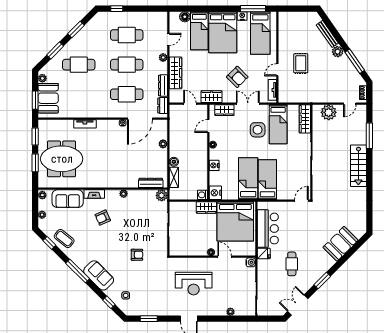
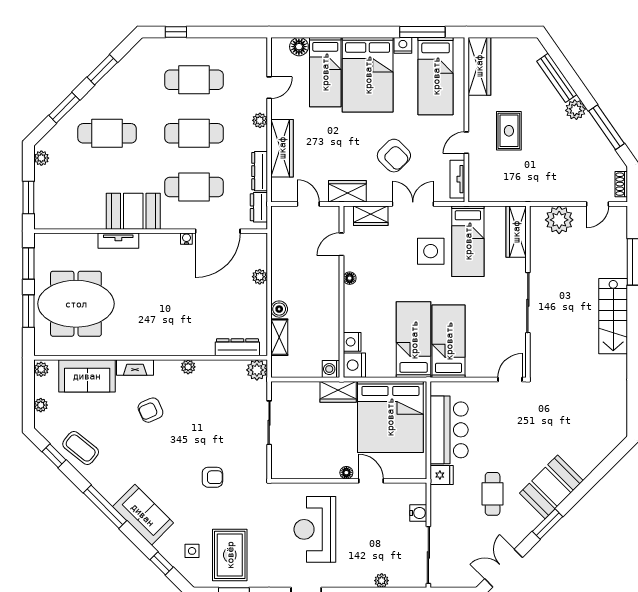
wardrobe: (284, 28) -> (479, 66), added
booth: (48, 98) -> (133, 211), moved, turned 90
nightstand: (214, 165) -> (352, 342), moved
booth: (341, 244) -> (551, 487), moved
water cooler: (251, 262) -> (418, 513), moved
reception desk: (194, 284) -> (315, 529), turned 90
rug: (147, 298) -> (230, 555), added

